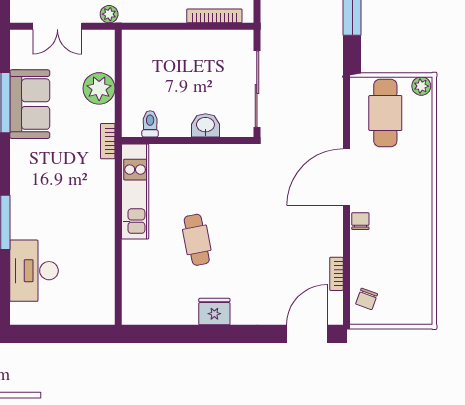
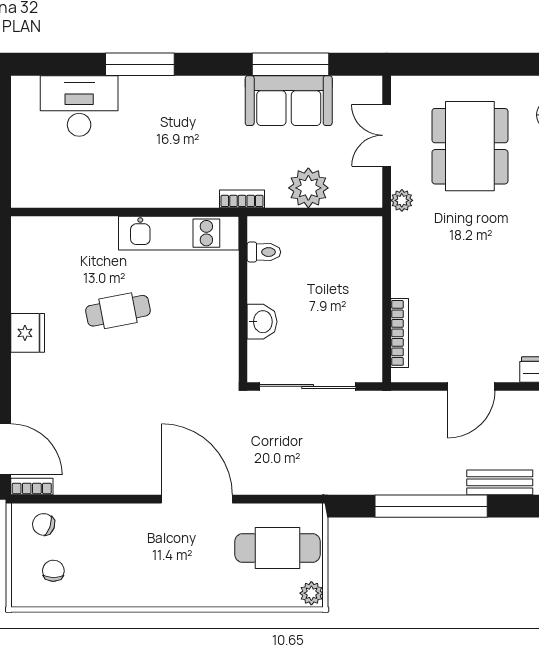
chair: (360, 221) -> (53, 571), moved, turned -89
bookcase: (336, 274) -> (32, 486), moved

